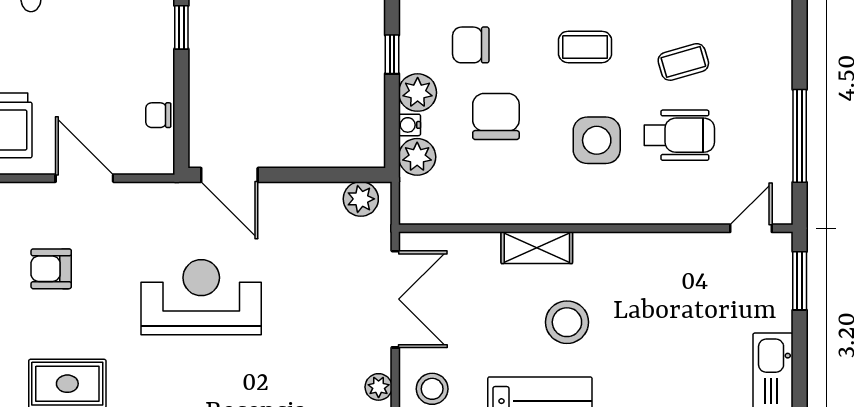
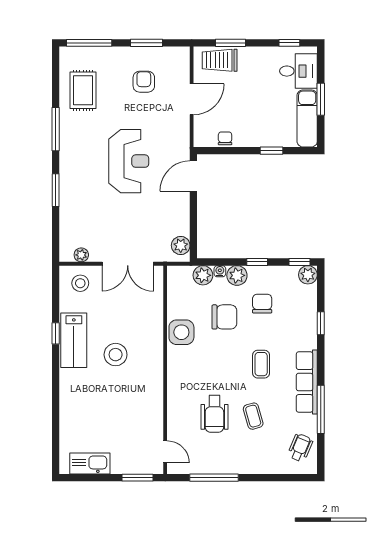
side table: (597, 140) -> (181, 332), moved
shelving: (537, 248) -> (155, 339), removed

